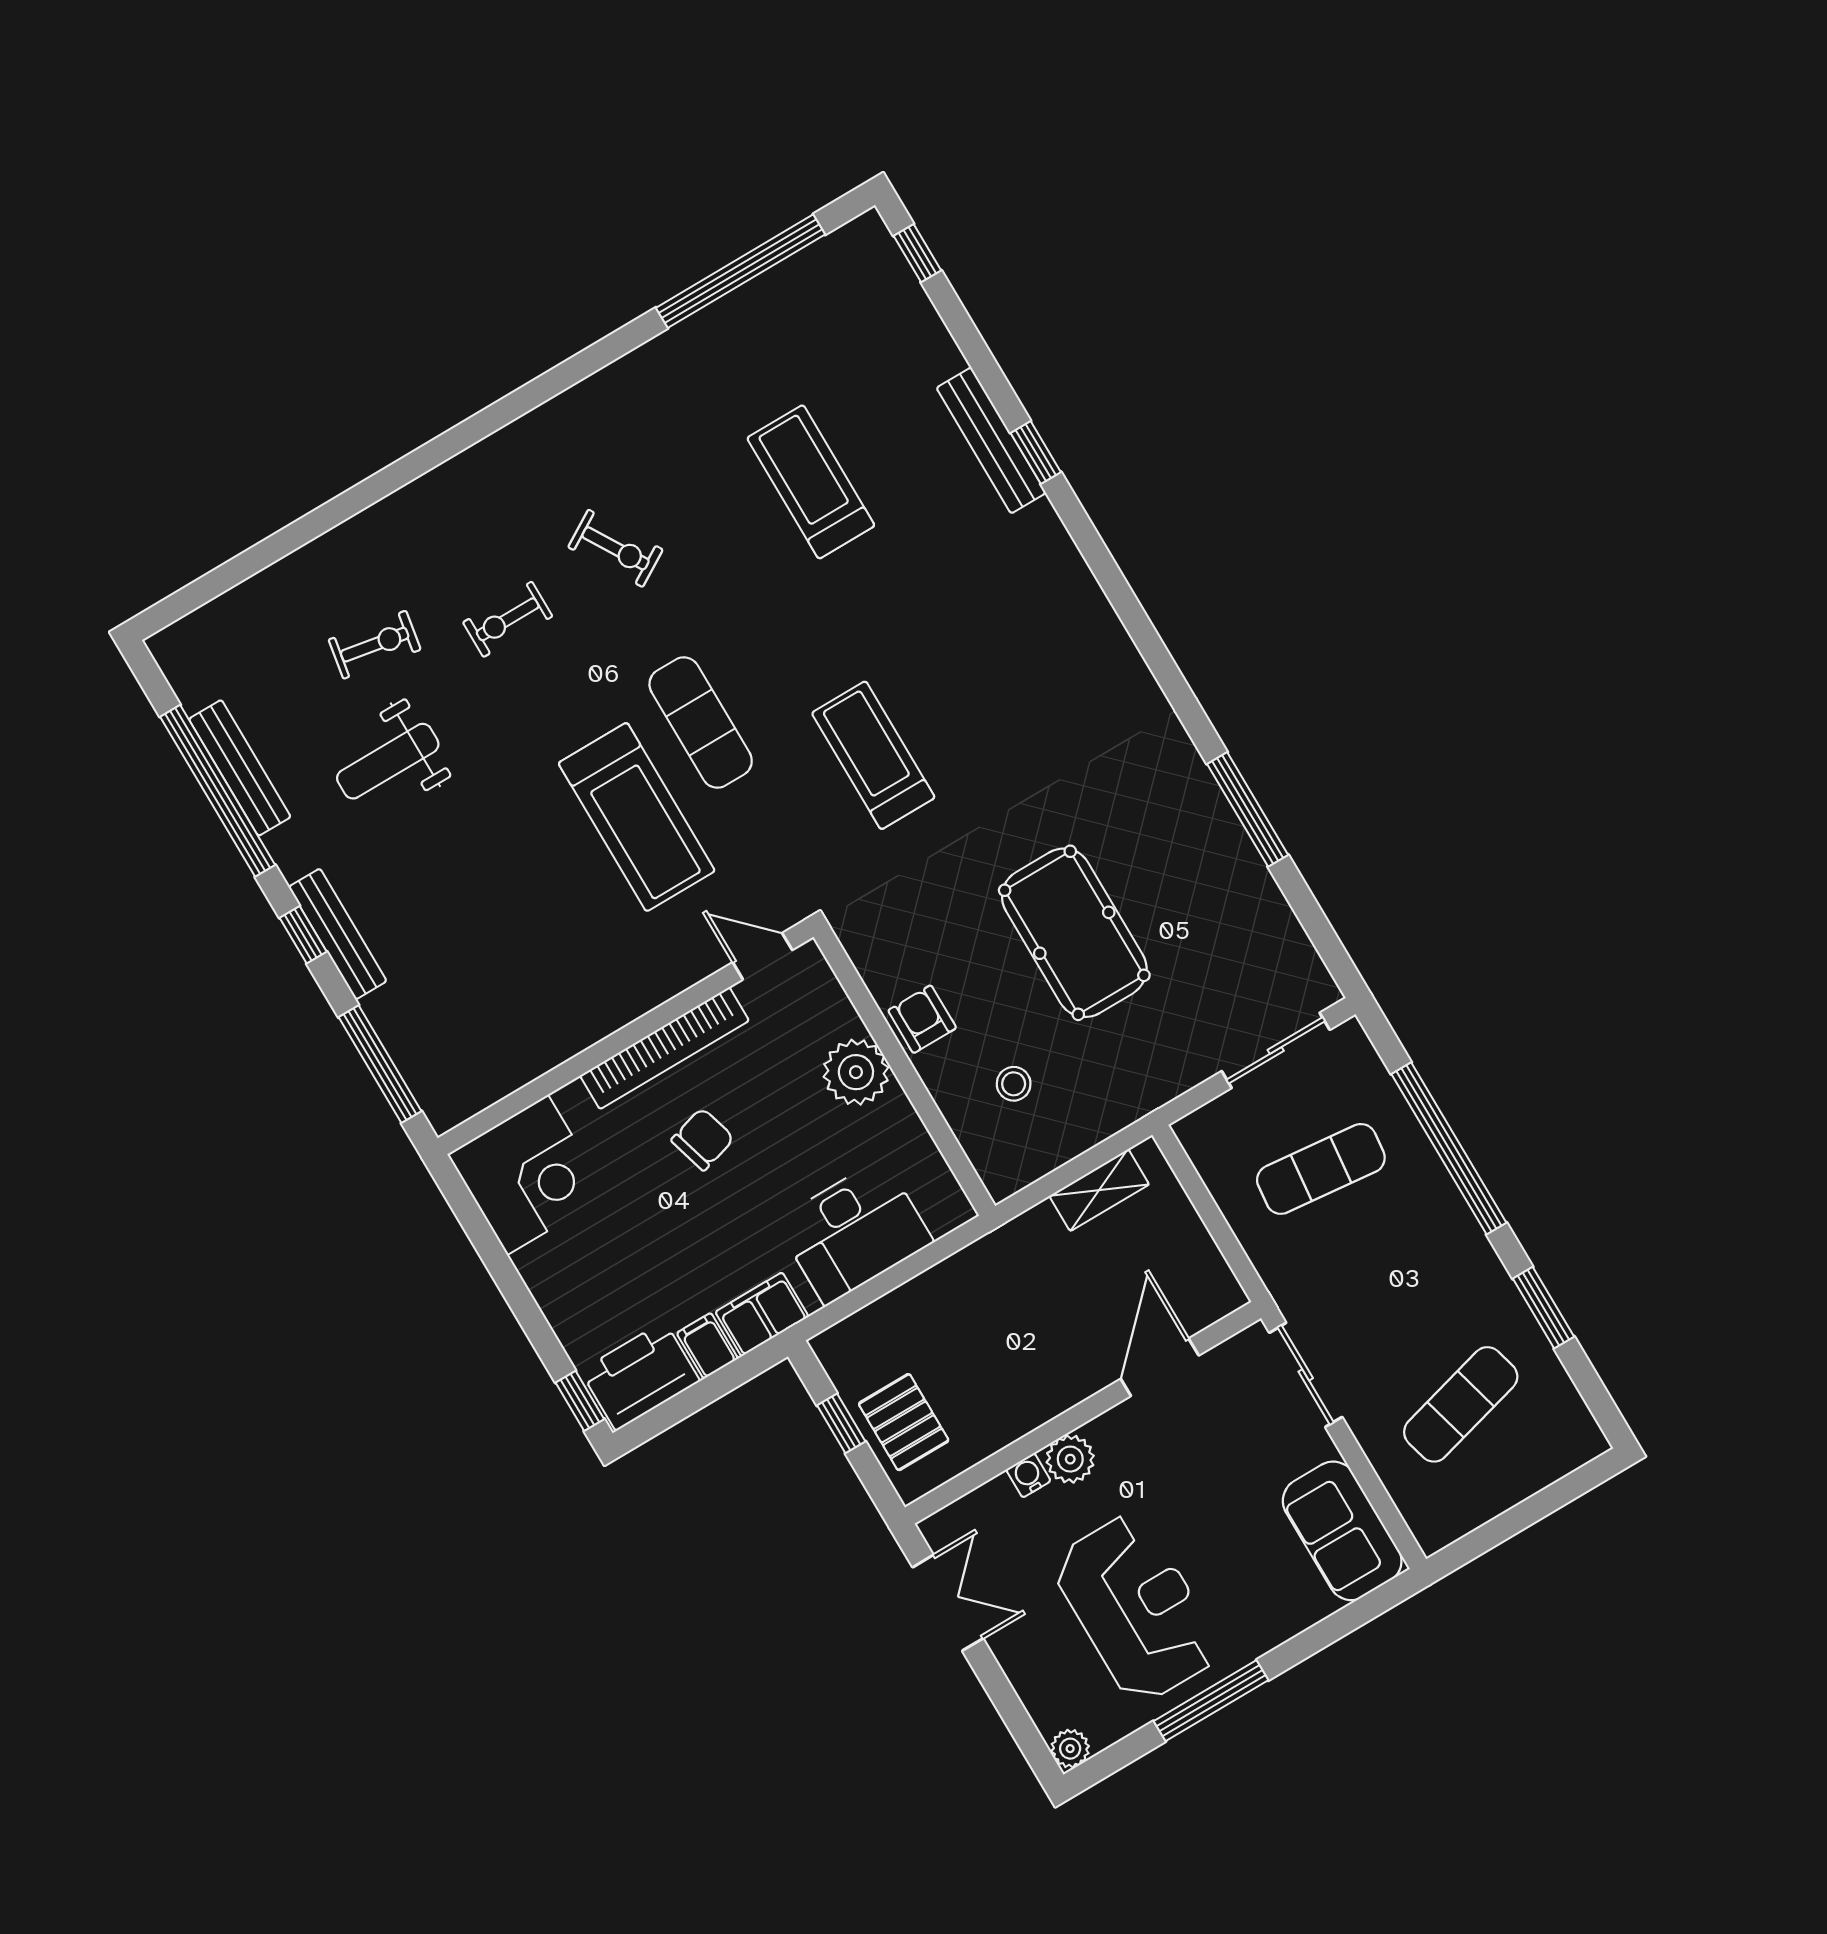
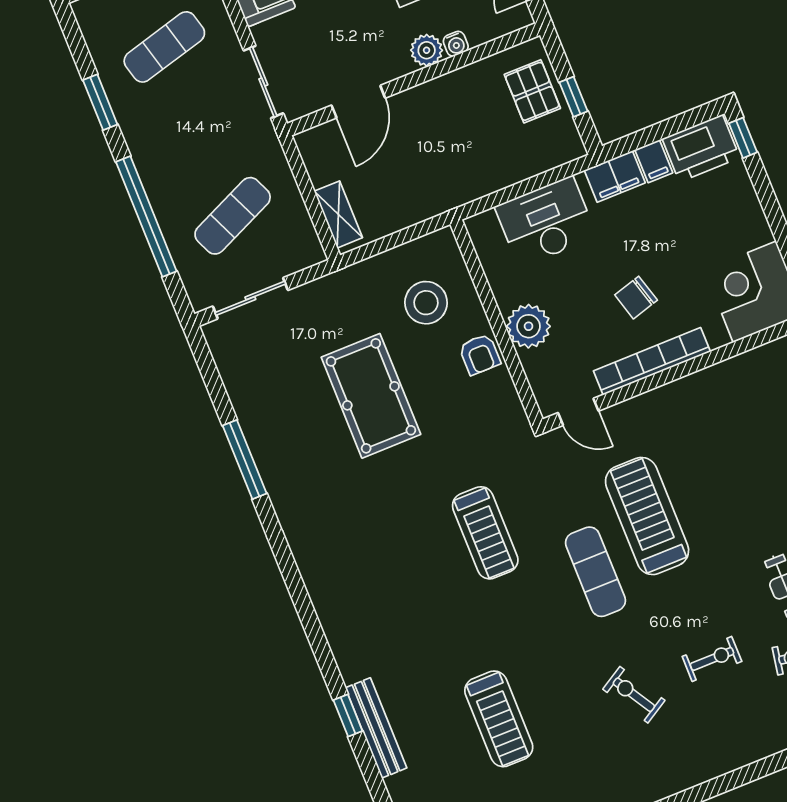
stool: (1014, 1084) -> (426, 303), width x1.89, depth x1.89
exercise mat: (1321, 1169) -> (233, 216), turned -30
shelving: (1099, 1190) -> (338, 214), moved, turned 90

